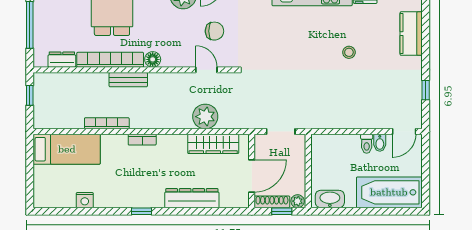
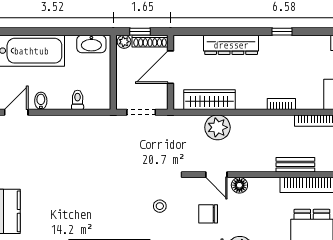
stool: (349, 52) -> (160, 206), moved
floor lamp: (153, 59) -> (239, 185), moved
toilet: (367, 144) -> (78, 100), moved

